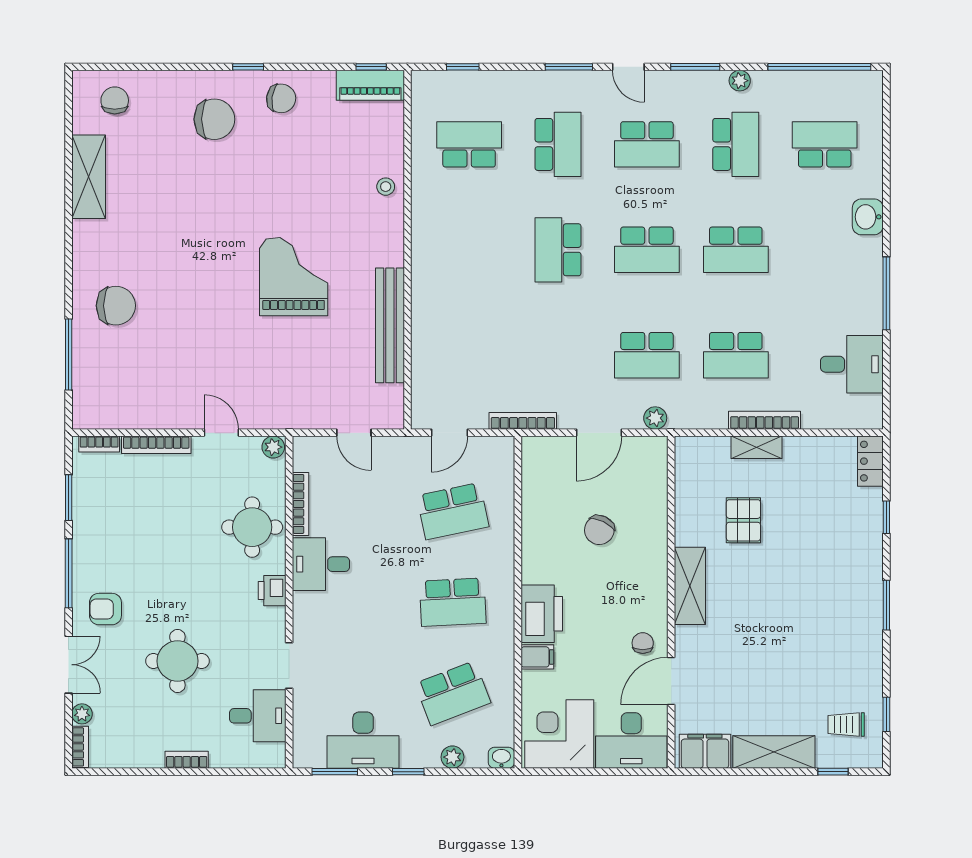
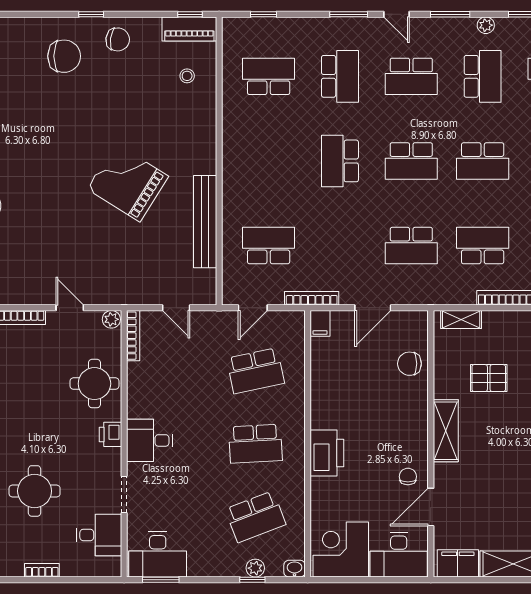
stool: (386, 187) -> (187, 76), moved
grand piano: (294, 277) -> (128, 183), turned -58
school desk: (469, 355) -> (269, 246), added
school desk: (736, 355) -> (483, 246), turned 180
plant: (655, 418) -> (418, 296), removed
shelving: (757, 447) -> (461, 319), moved
bookcase: (300, 504) -> (133, 336), moved
pallet: (743, 520) -> (489, 378), turned 90
chair: (599, 530) -> (409, 364), moved, turned 64
desk: (321, 564) -> (150, 440), moved
filing cabinet: (537, 657) -> (320, 323), moved, turned 90
desk: (363, 740) -> (158, 554), moved
window: (408, 772) -> (252, 580), moved

